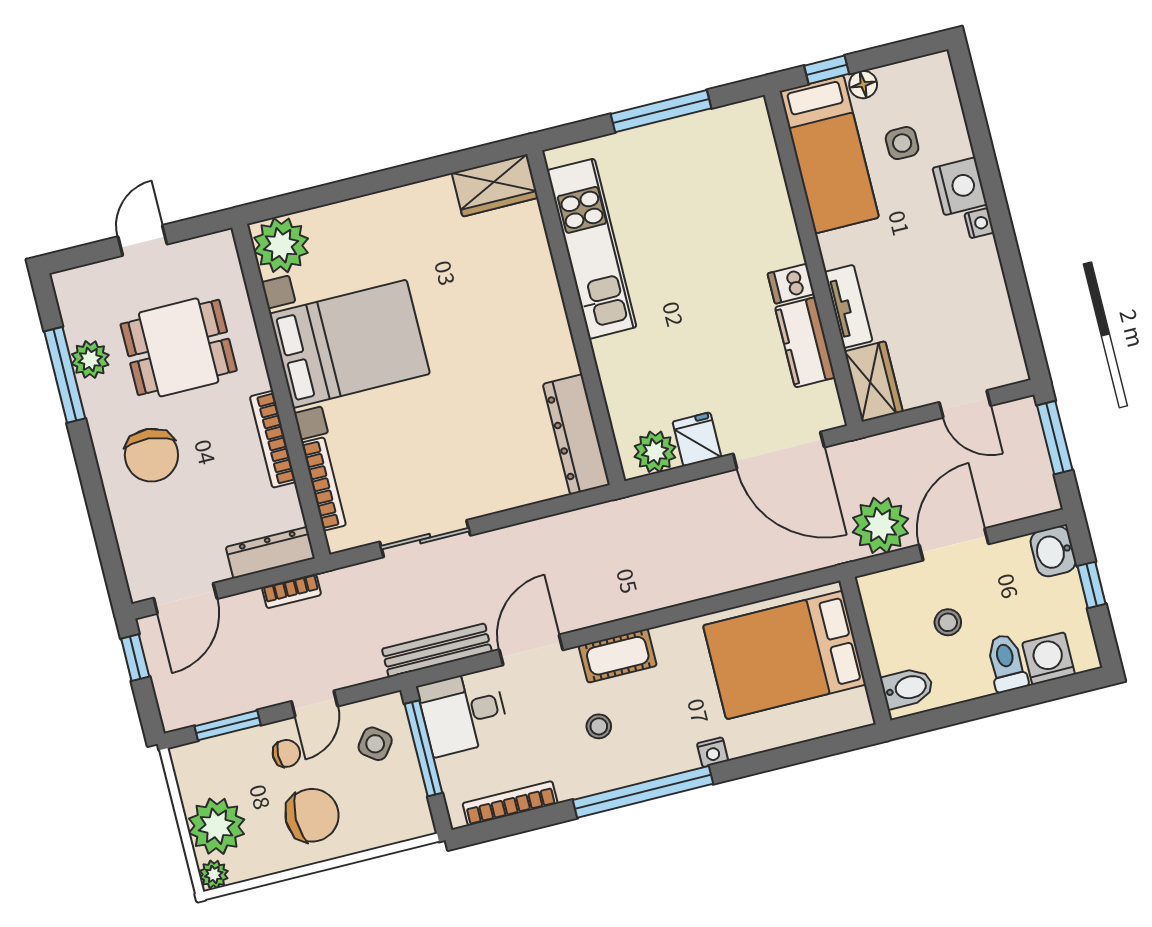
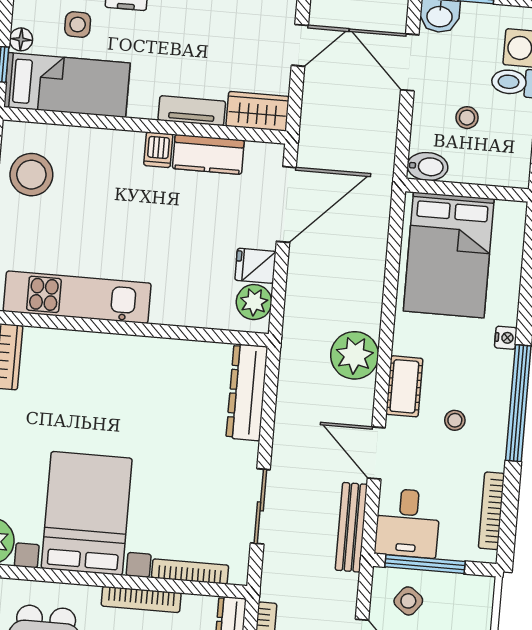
stool: (713, 149) -> (31, 175), added
dresser: (576, 434) -> (247, 392), moved, turned 90
plant: (880, 525) -> (355, 355), moved
door: (954, 544) -> (410, 62), moved
bidet: (907, 688) -> (427, 167), moved, turned 90

